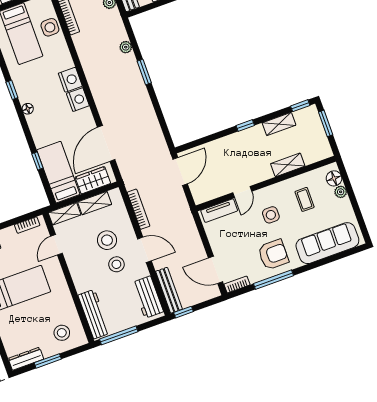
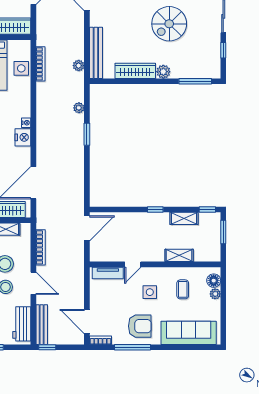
nightstand: (70, 80) -> (26, 123), width x0.53, depth x0.56

